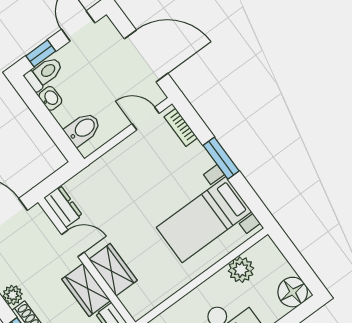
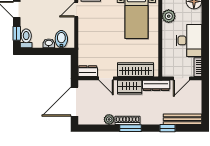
washbasin: (50, 98) -> (49, 43), moved
door: (73, 243) -> (106, 78), swing flipped
wardrobe: (113, 270) -> (135, 70), width x1.50

